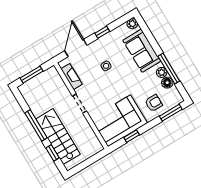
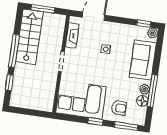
window: (102, 32) -> (144, 24), moved
window: (132, 136) -> (95, 122), moved
stairs: (58, 137) -> (29, 37), moved

